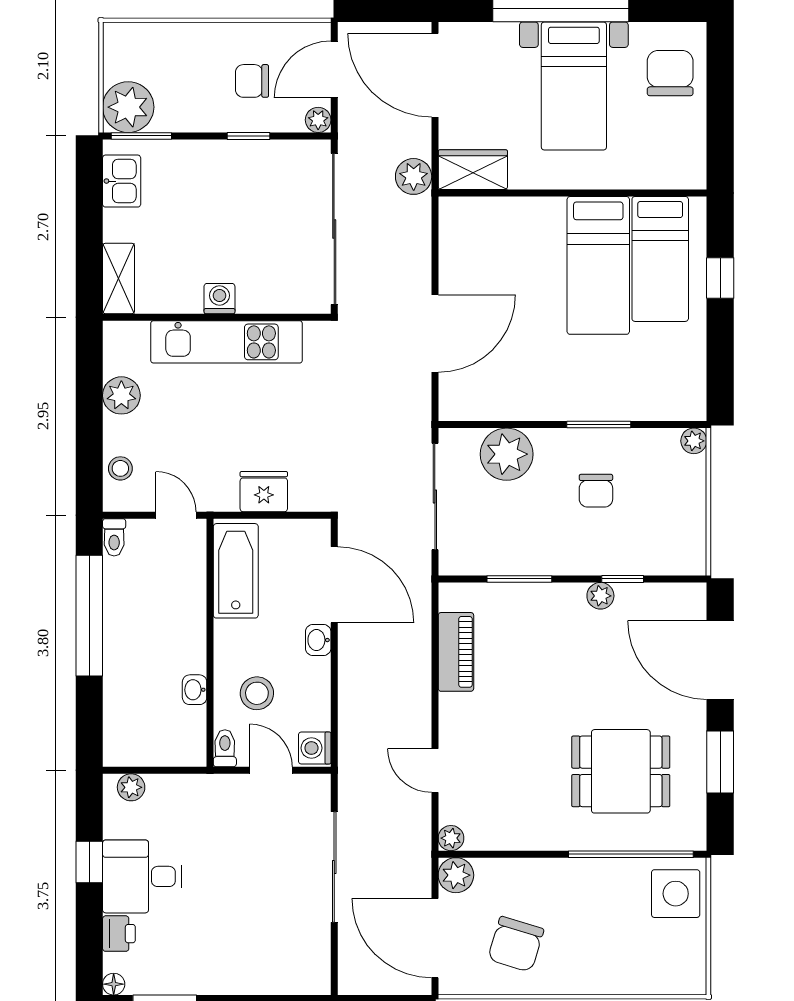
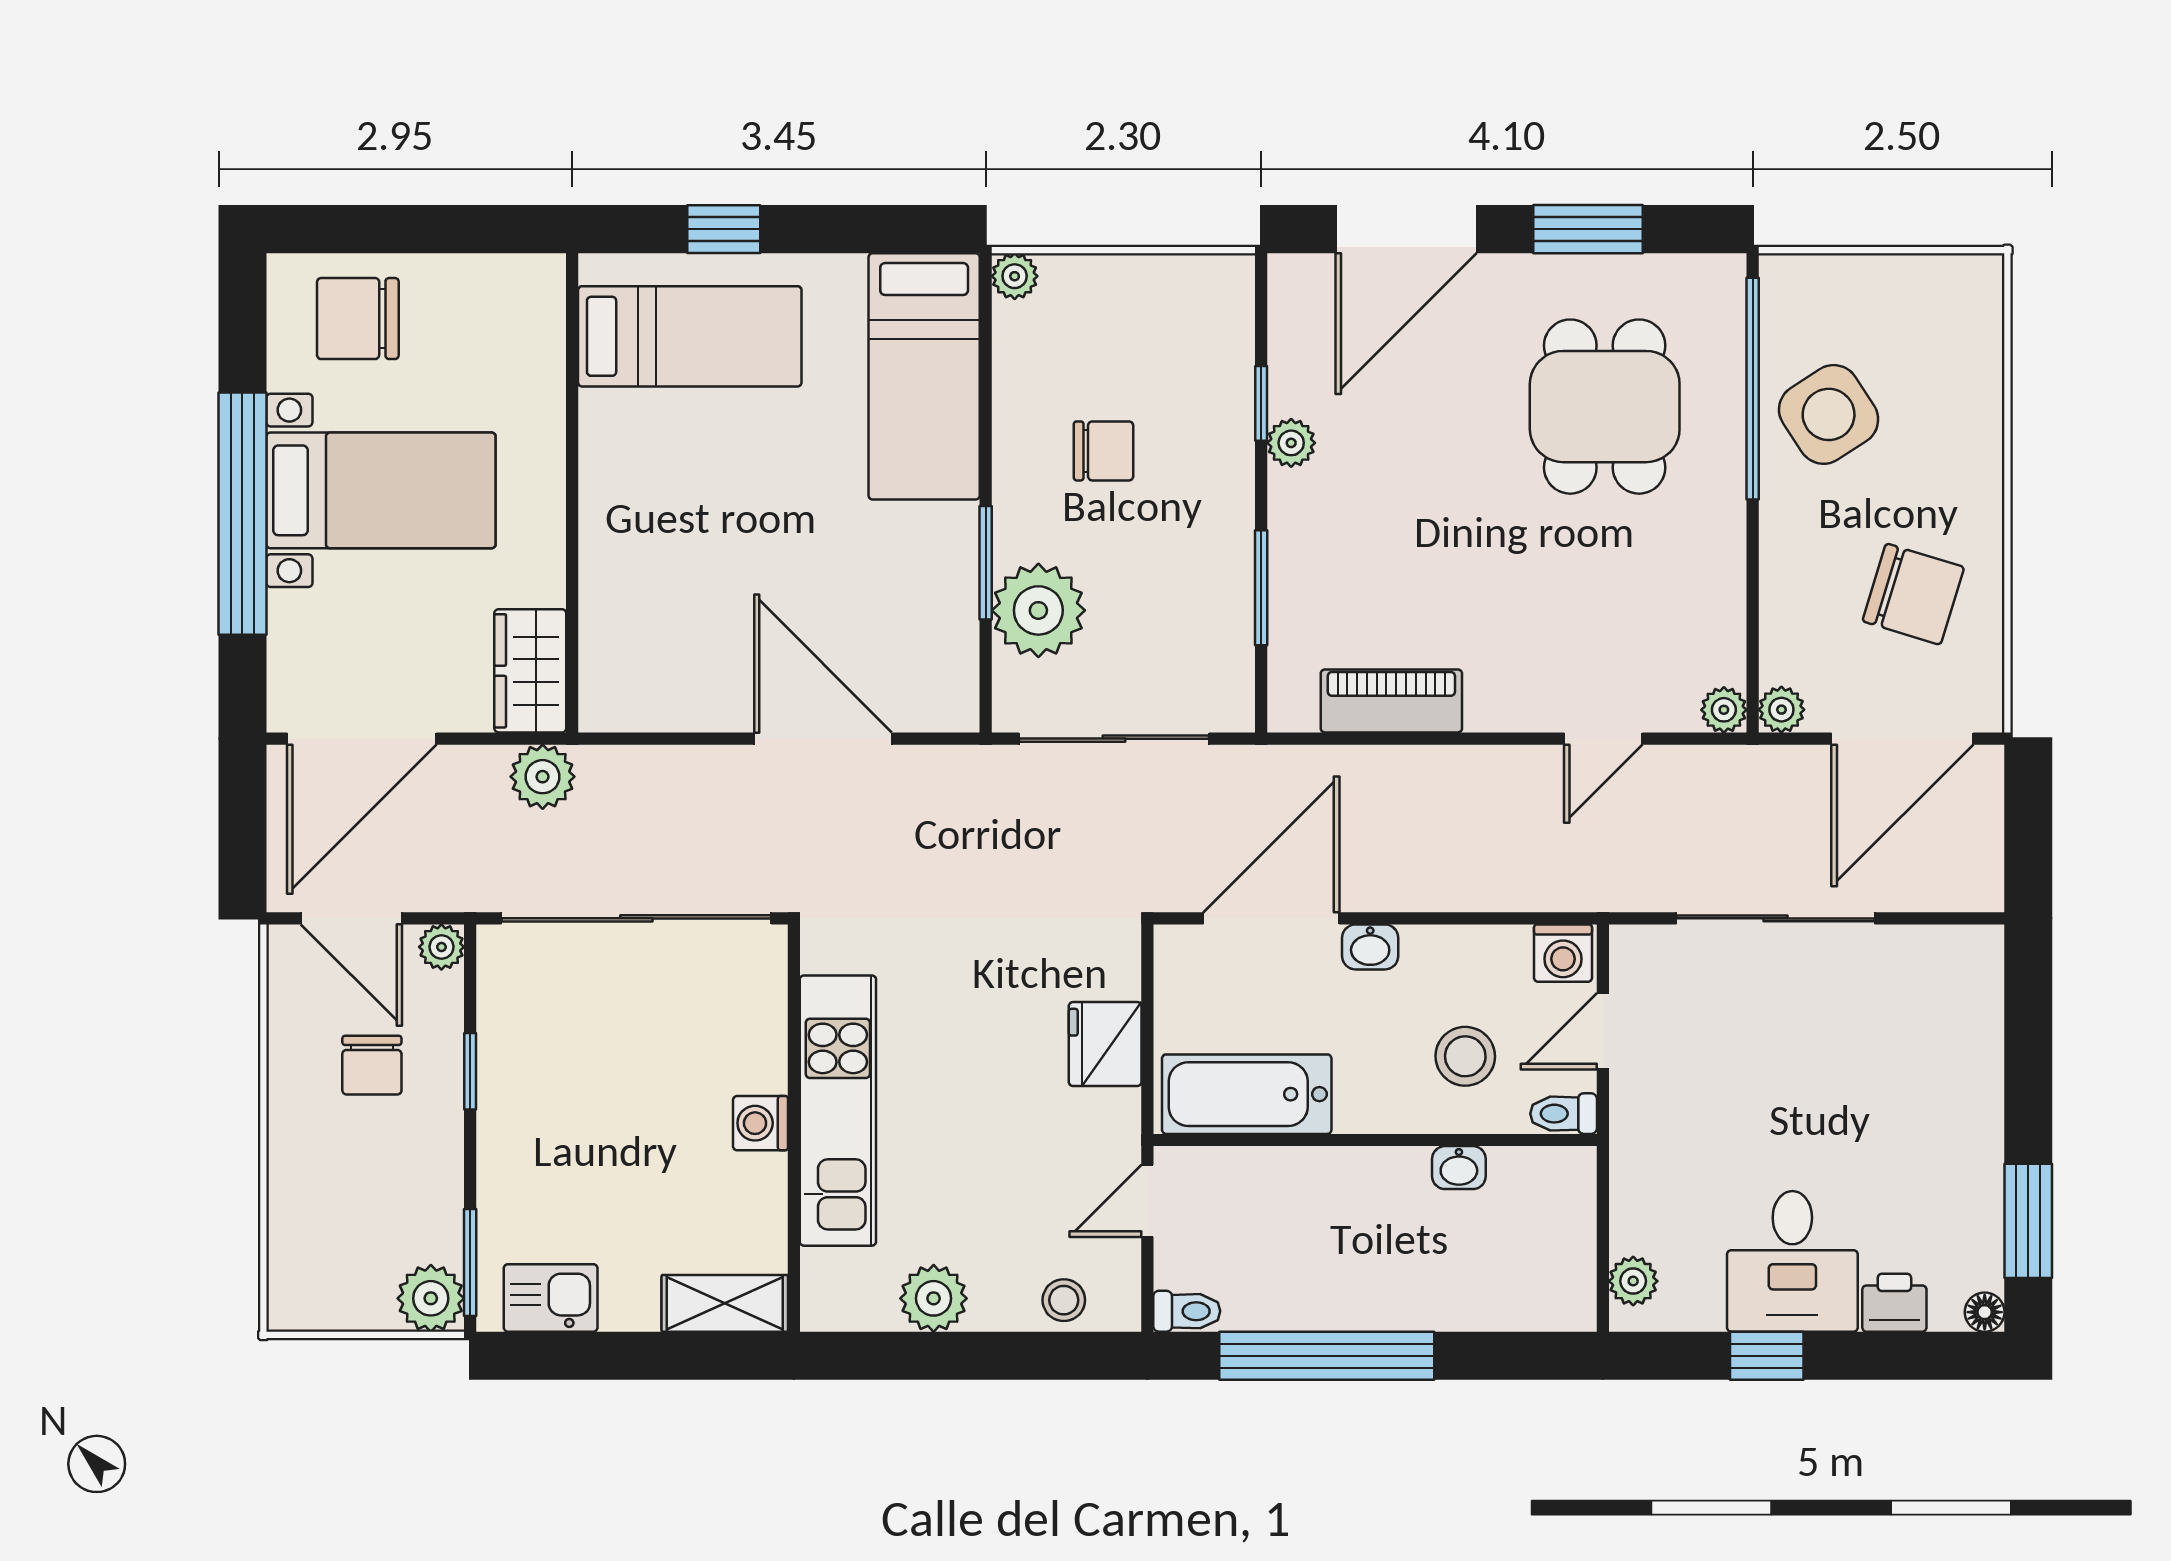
plant: (128, 107) -> (431, 1298), width x0.73, depth x0.73
bed: (598, 265) -> (924, 376), moved, turned 90
window: (599, 425) -> (986, 563), moved
plant: (456, 875) -> (1781, 710), width x0.73, depth x0.73
side table: (676, 894) -> (1829, 414), moved, turned -33

